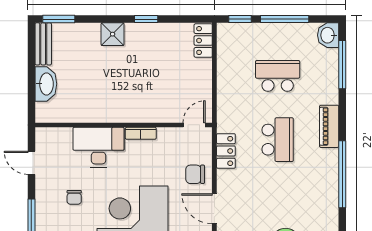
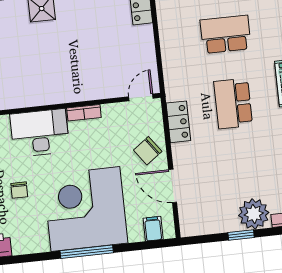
school desk: (278, 140) -> (233, 103), turned 180
chair: (195, 174) -> (148, 151), turned -36

